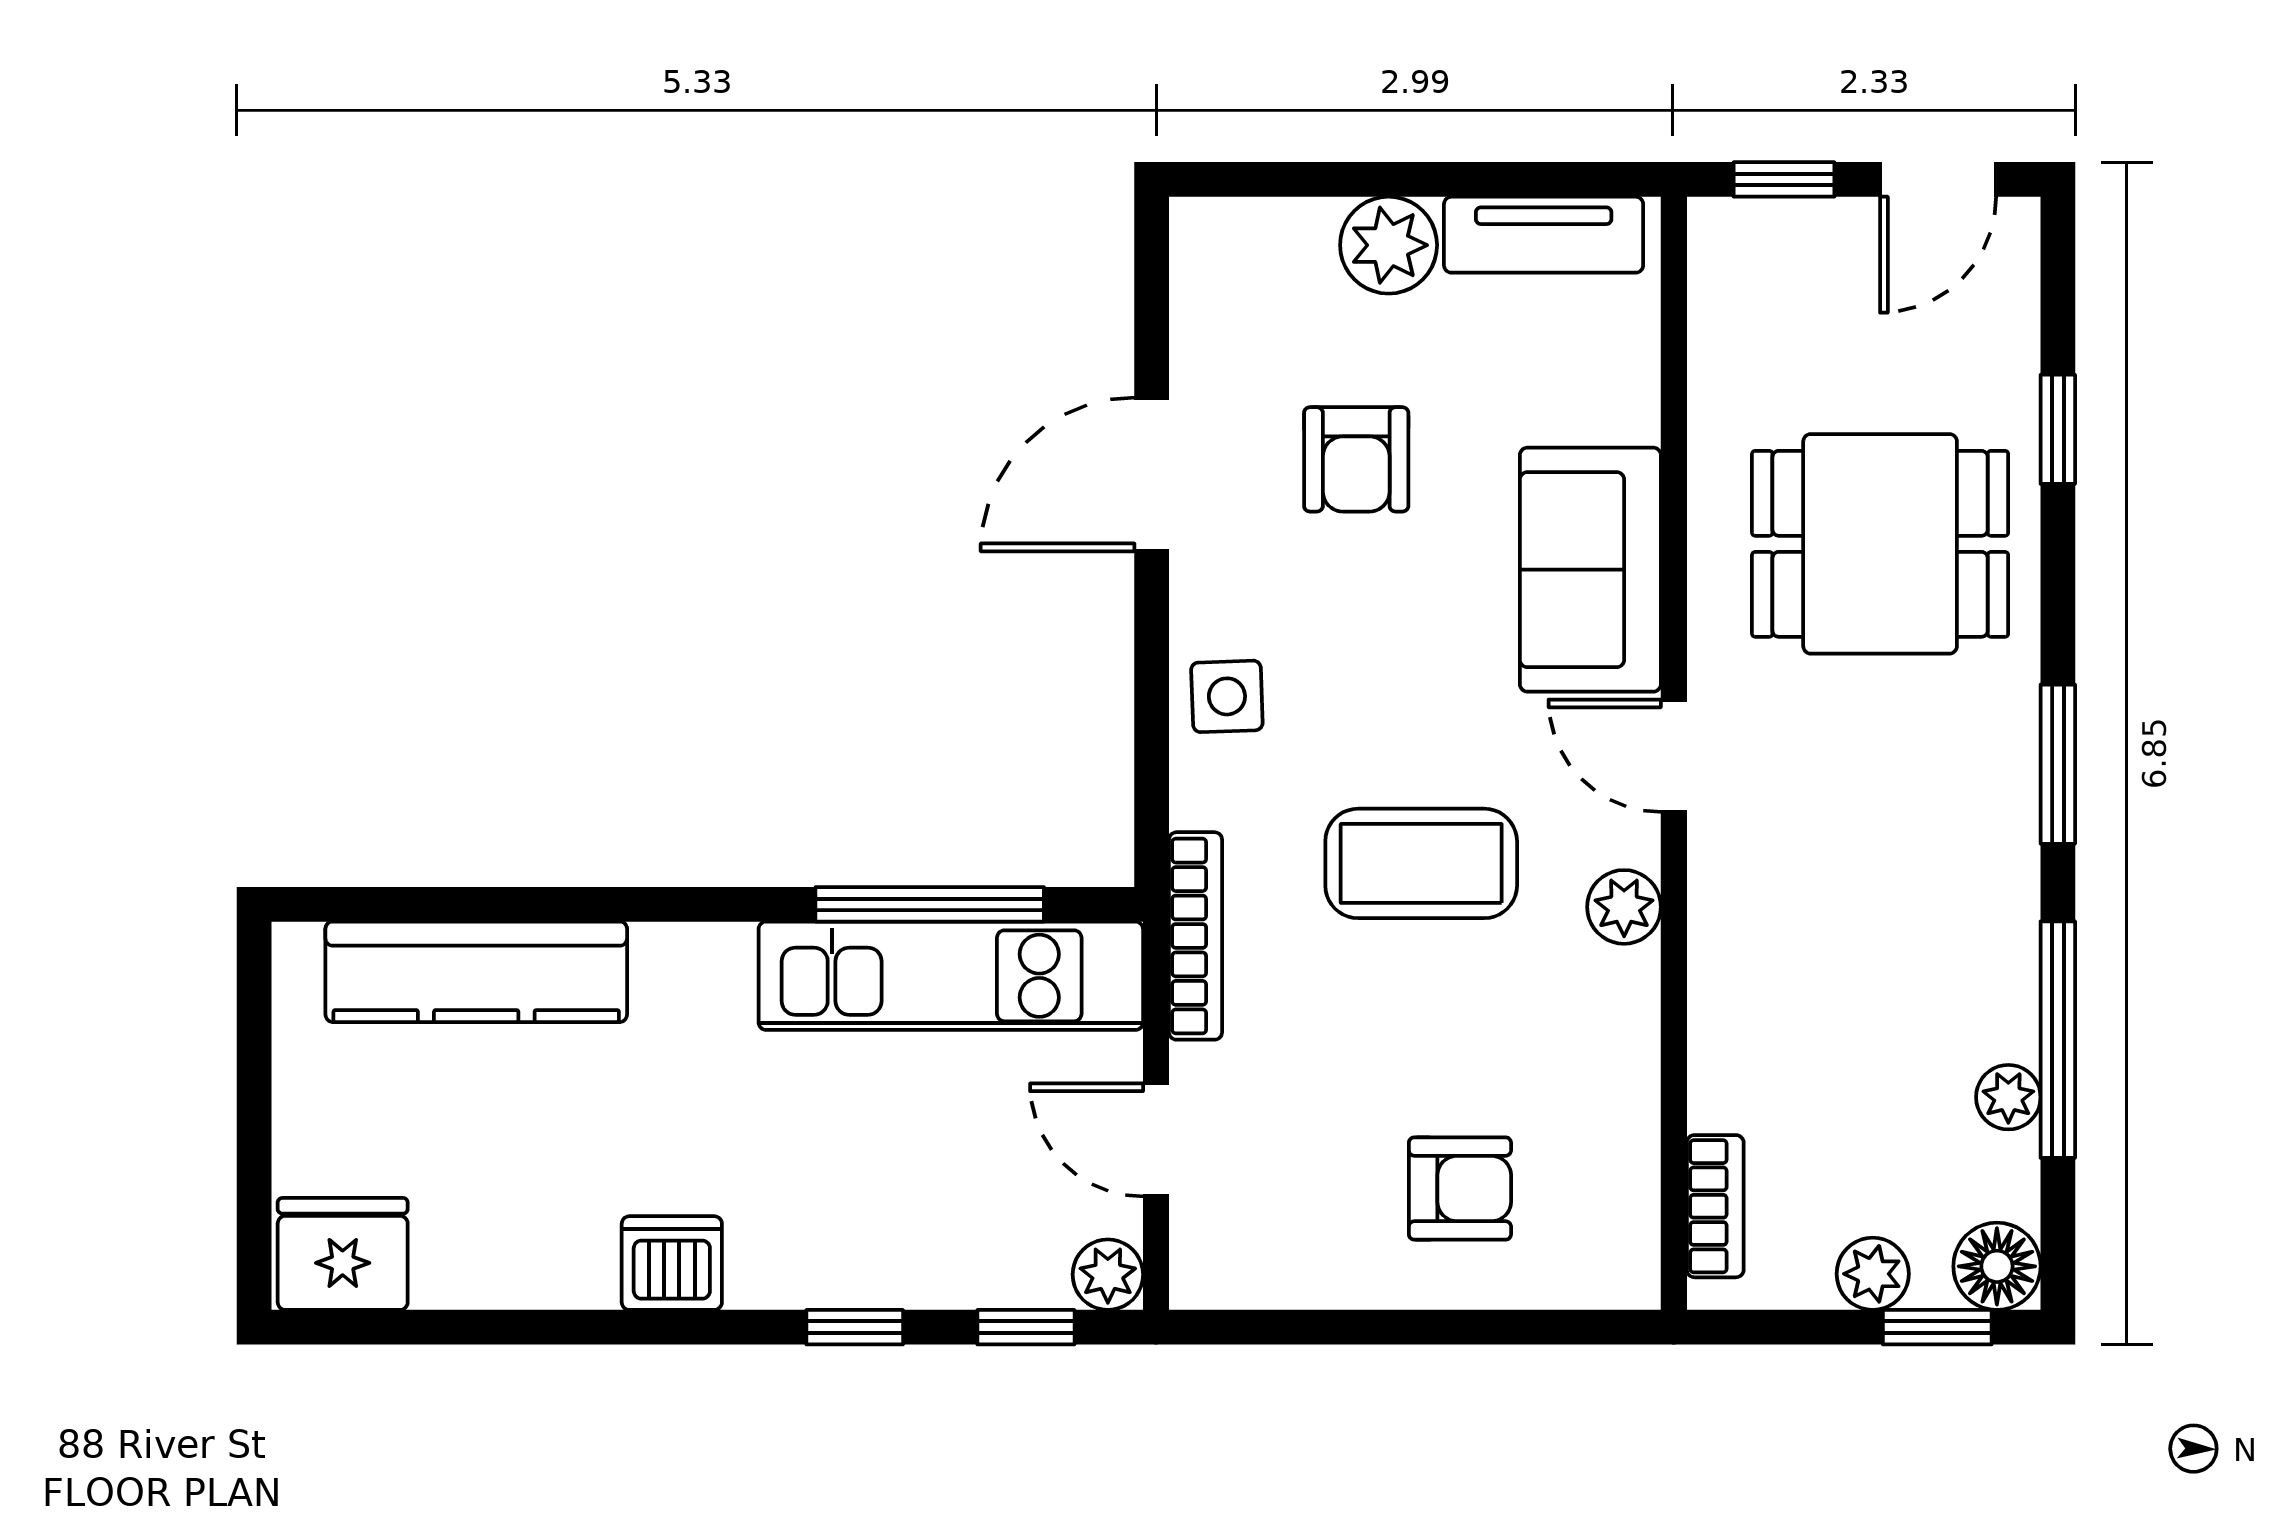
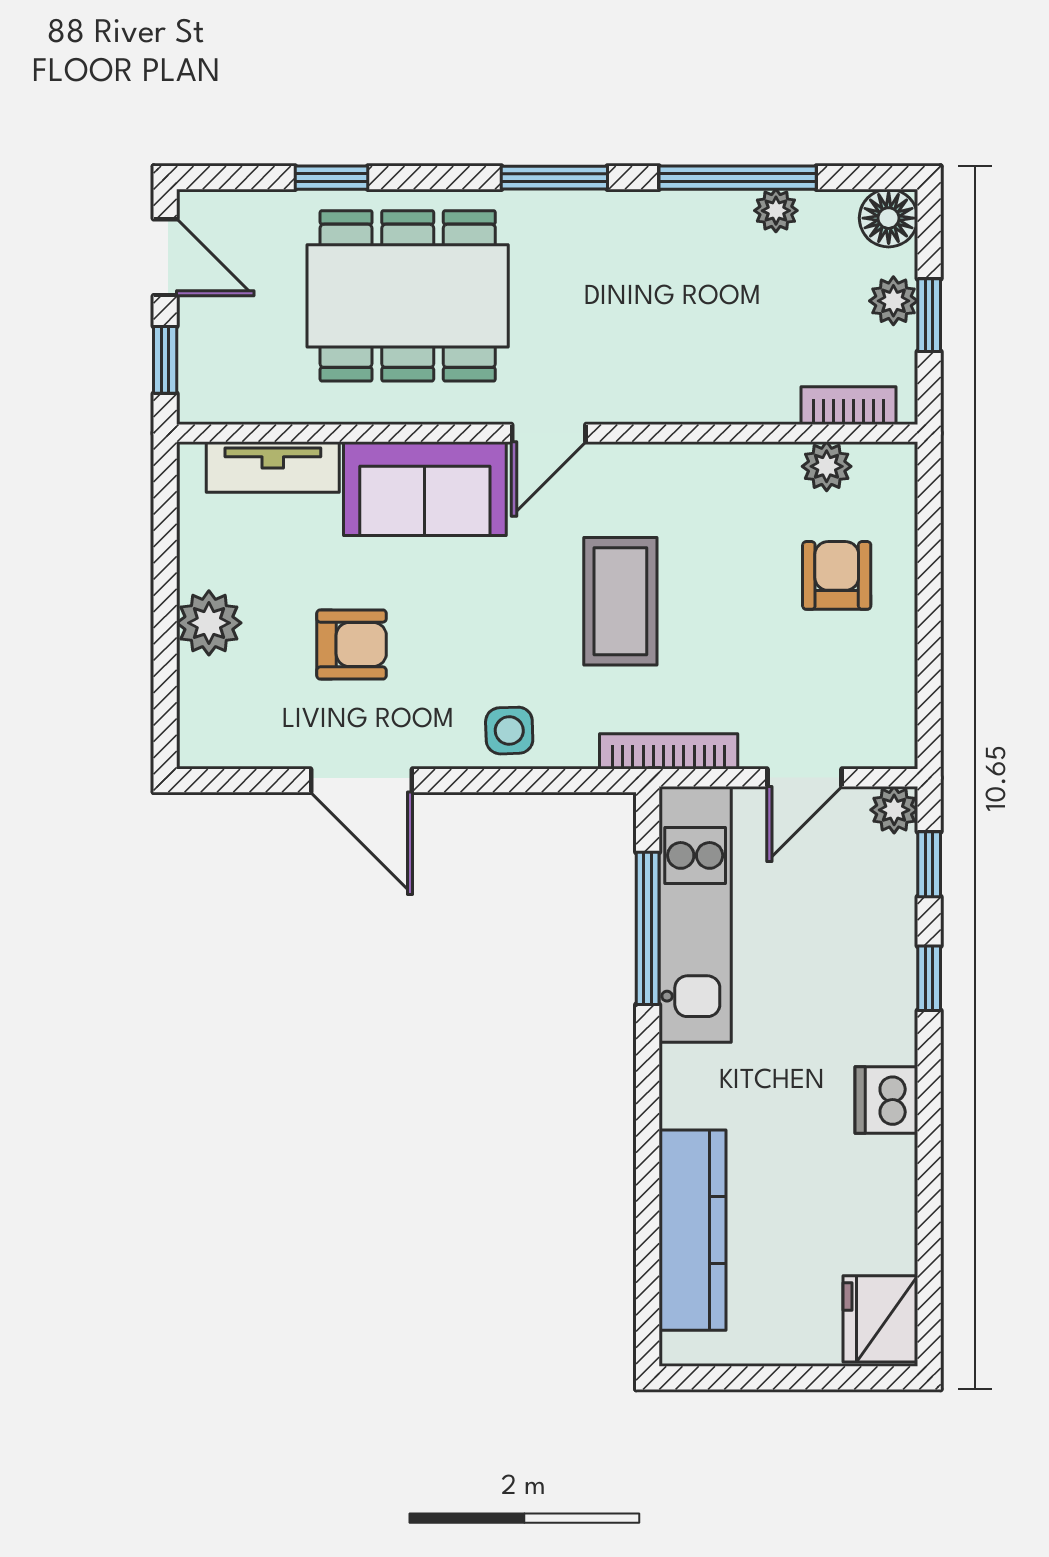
tv unit: (1544, 235) -> (273, 467), moved, turned 90
dining table: (1880, 544) -> (408, 296), width x1.38
plant: (1624, 907) -> (827, 466), moved
window: (1937, 1327) -> (929, 315), moved

